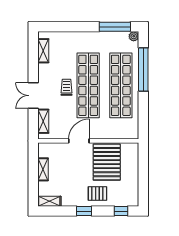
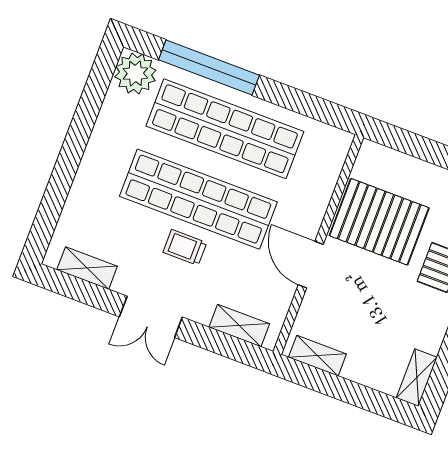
window: (115, 27) -> (94, 94), removed
plant: (134, 36) -> (135, 73), width x1.87, depth x1.87
double door: (33, 96) -> (151, 317), moved
shelving: (43, 169) -> (317, 356), moved

